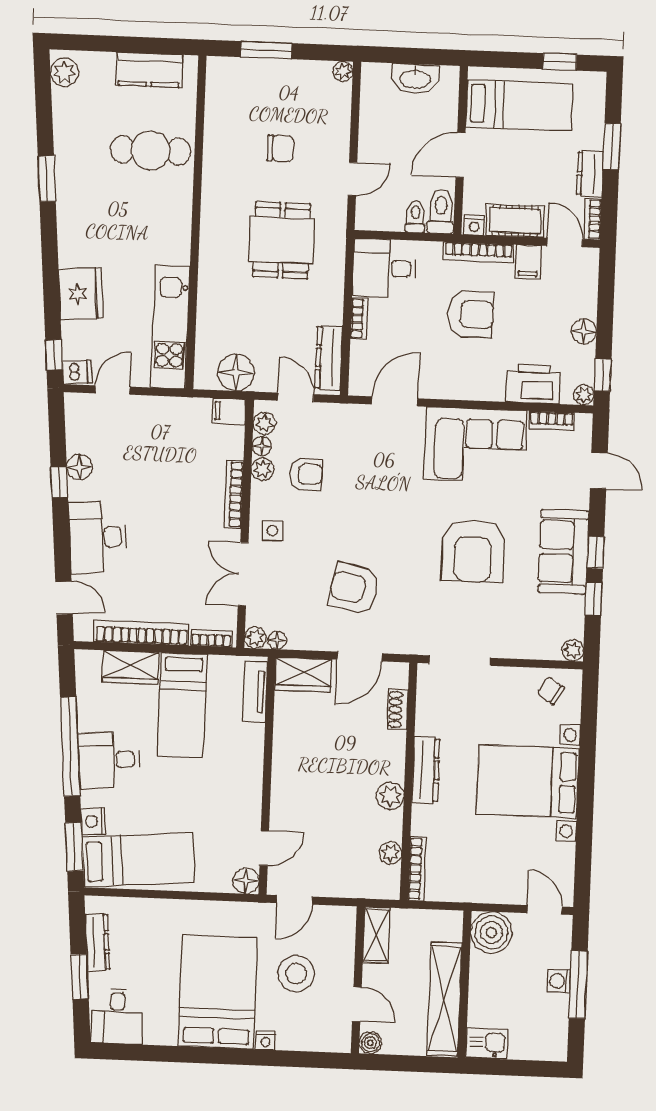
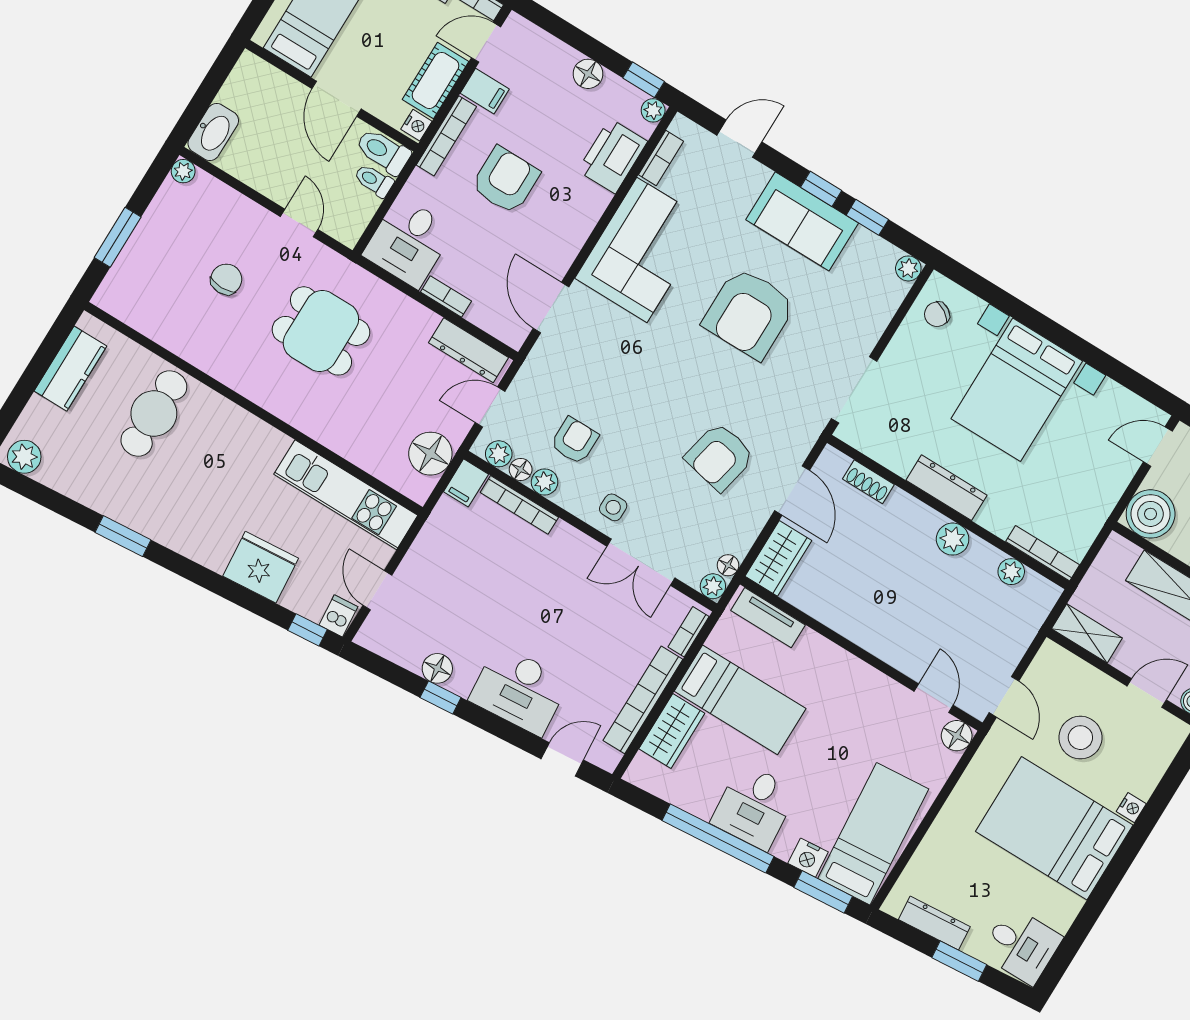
washbasin: (415, 78) -> (213, 132), moved
bookcase: (234, 494) -> (519, 505), moved
armchair: (473, 551) -> (749, 313), turned 90

